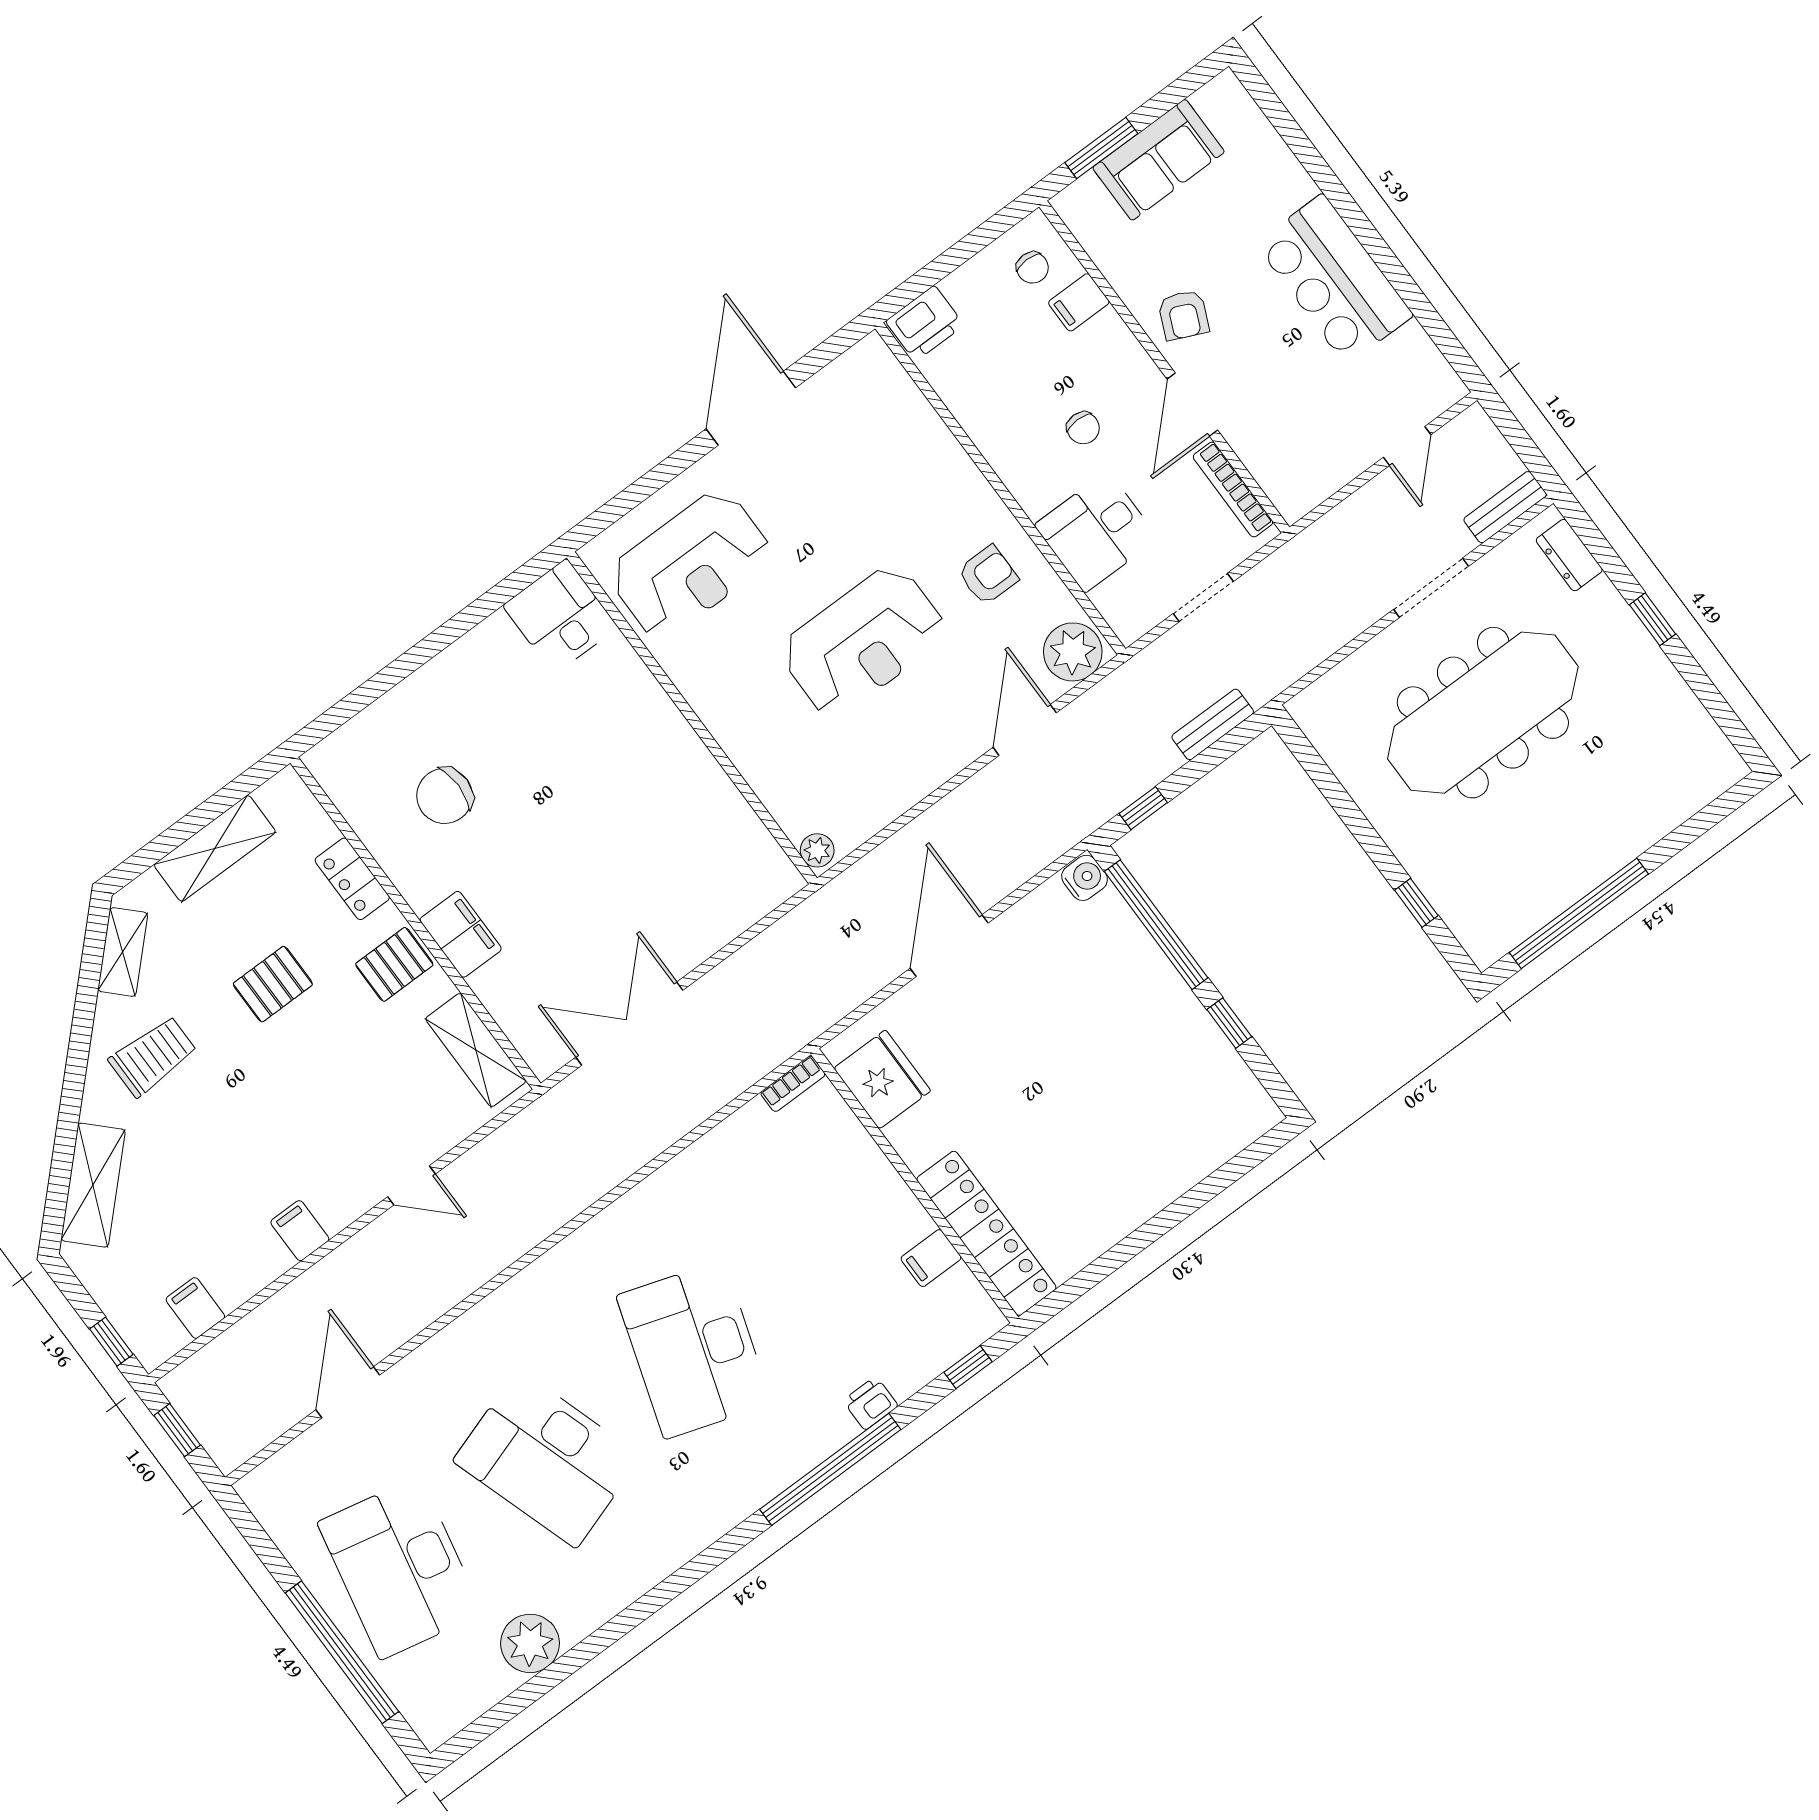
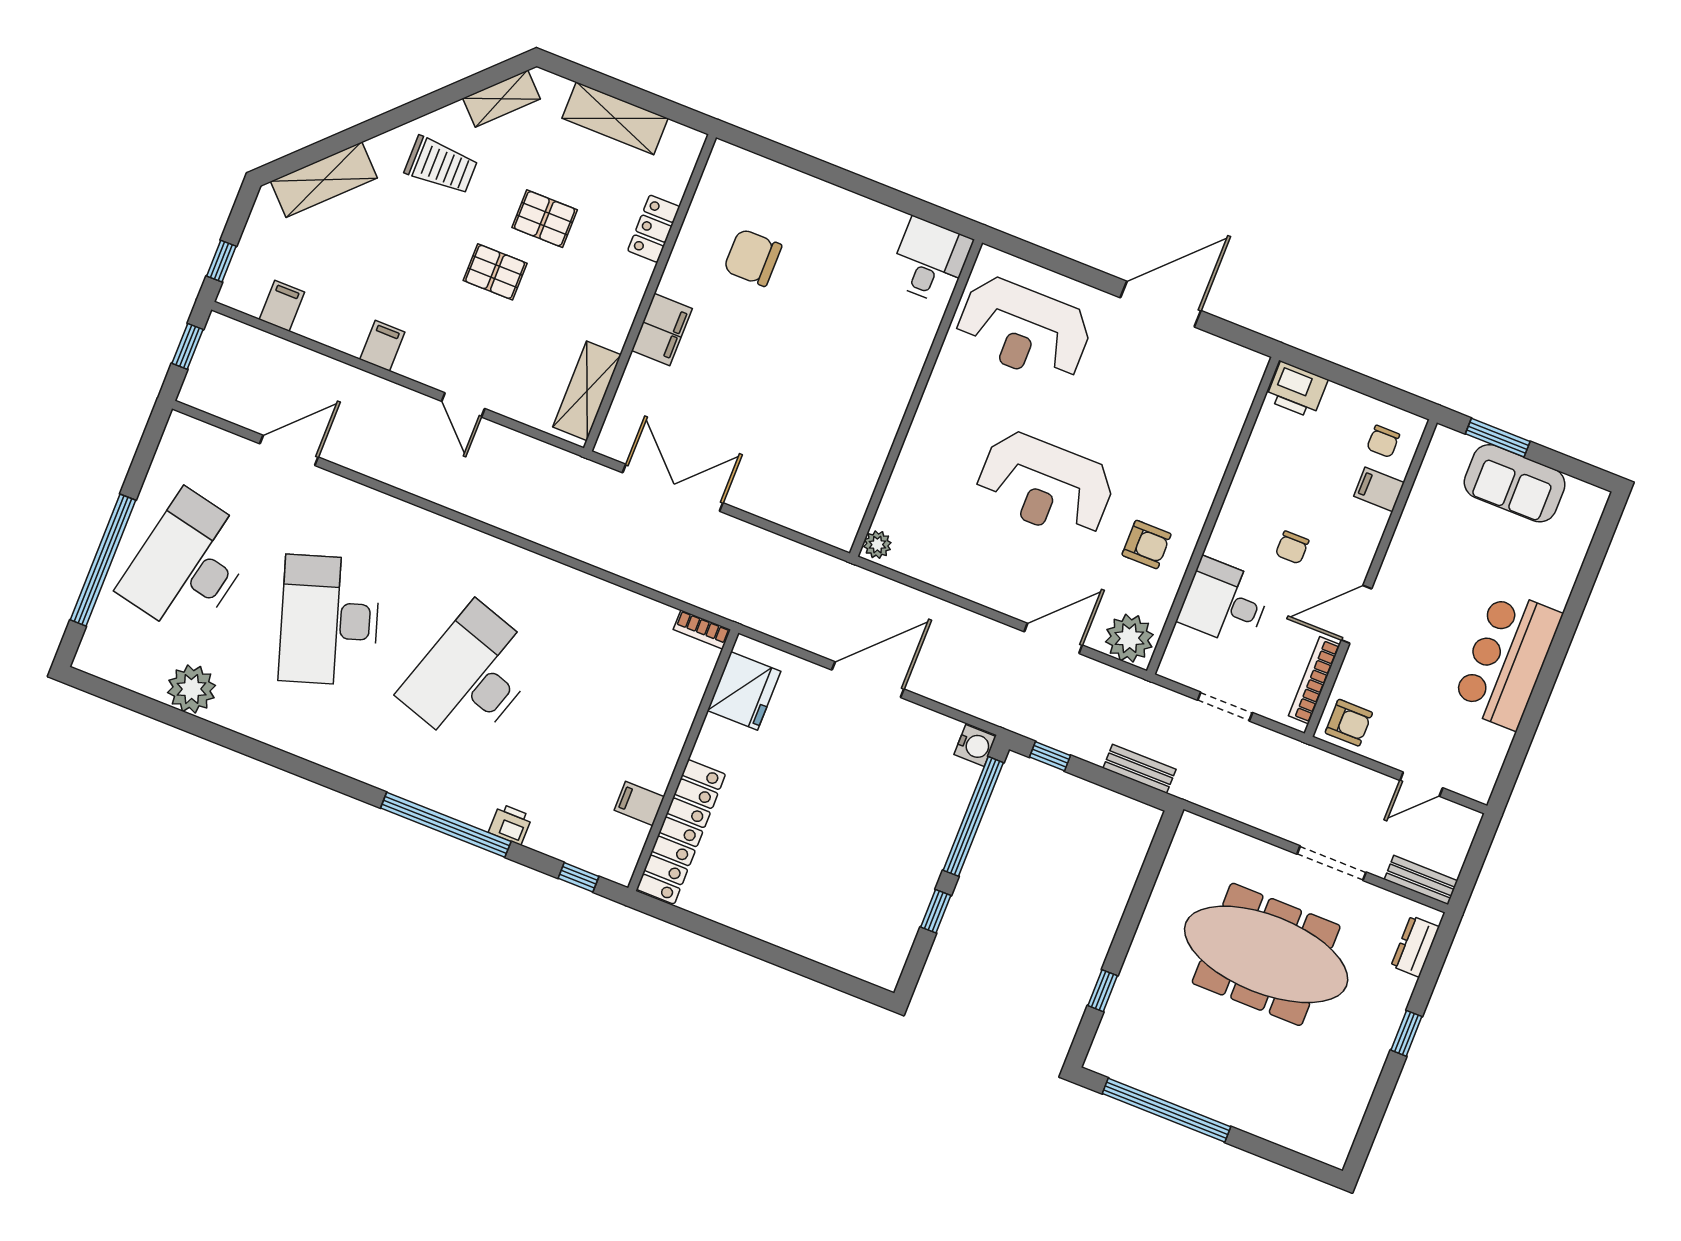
armchair: (1184, 315) -> (1349, 723), moved, turned -114
pallet: (394, 964) -> (495, 272), moved

